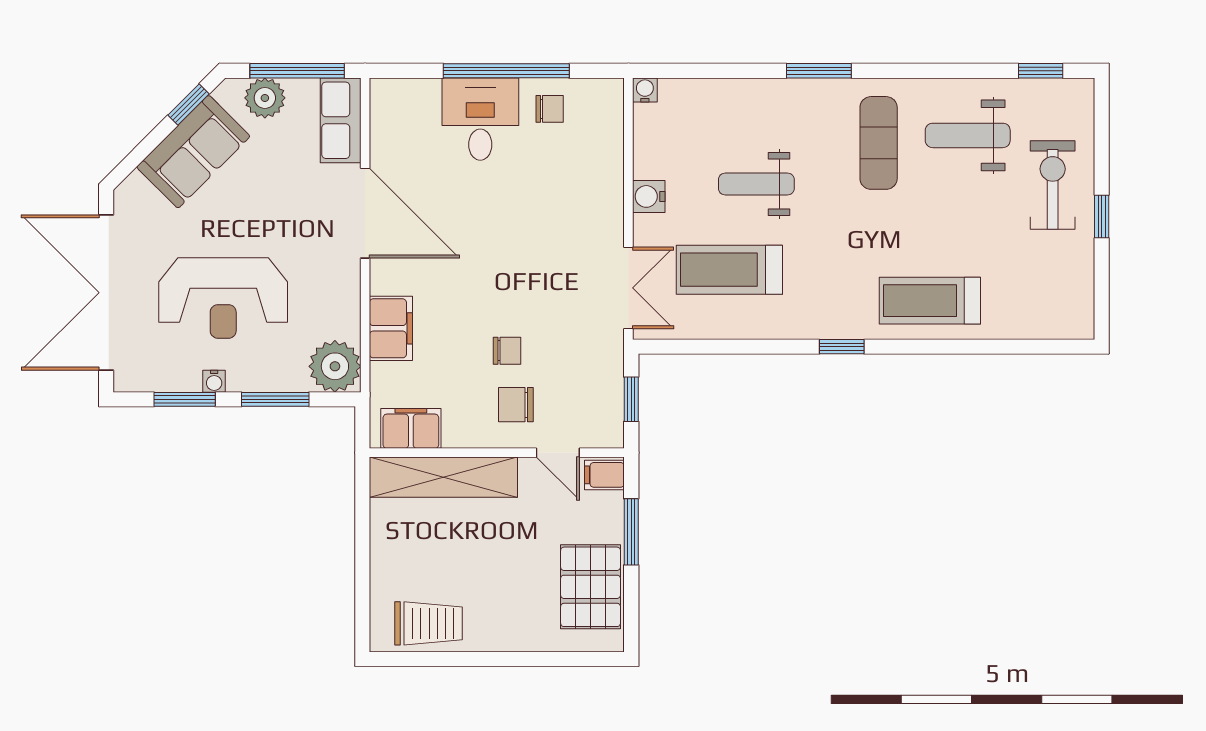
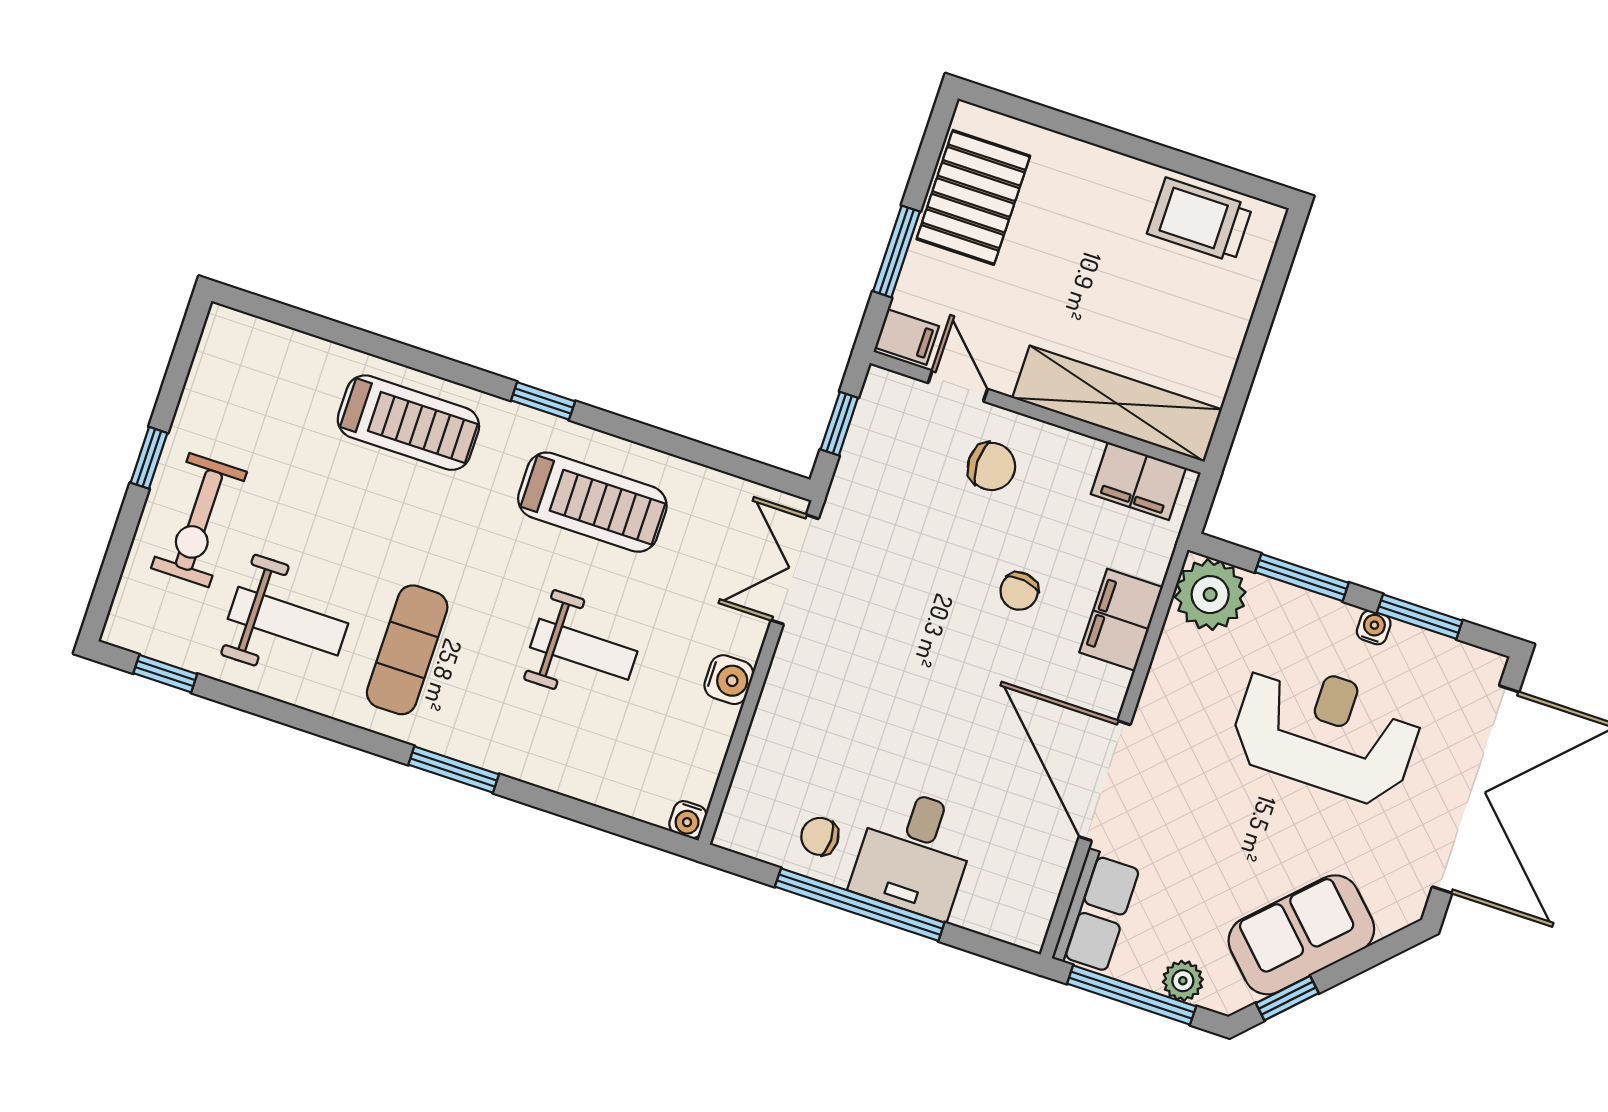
plant: (265, 98) -> (1183, 981), width x0.73, depth x0.73
treadmill: (729, 270) -> (592, 502), moved
chair: (507, 351) -> (1019, 591), moved, turned -82

